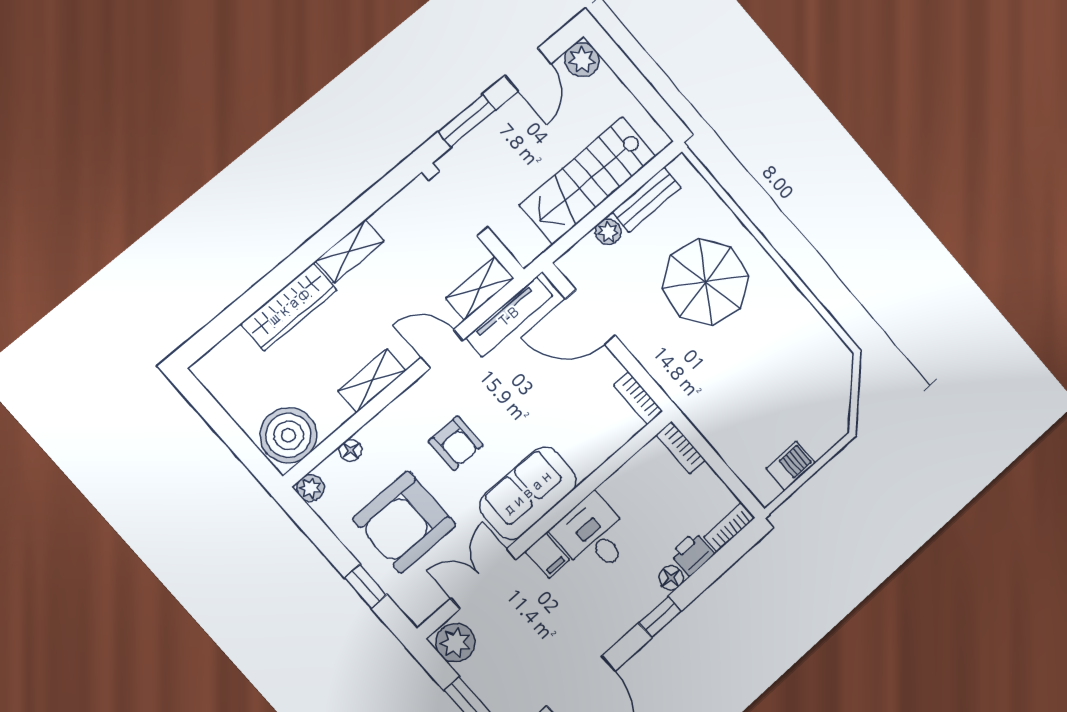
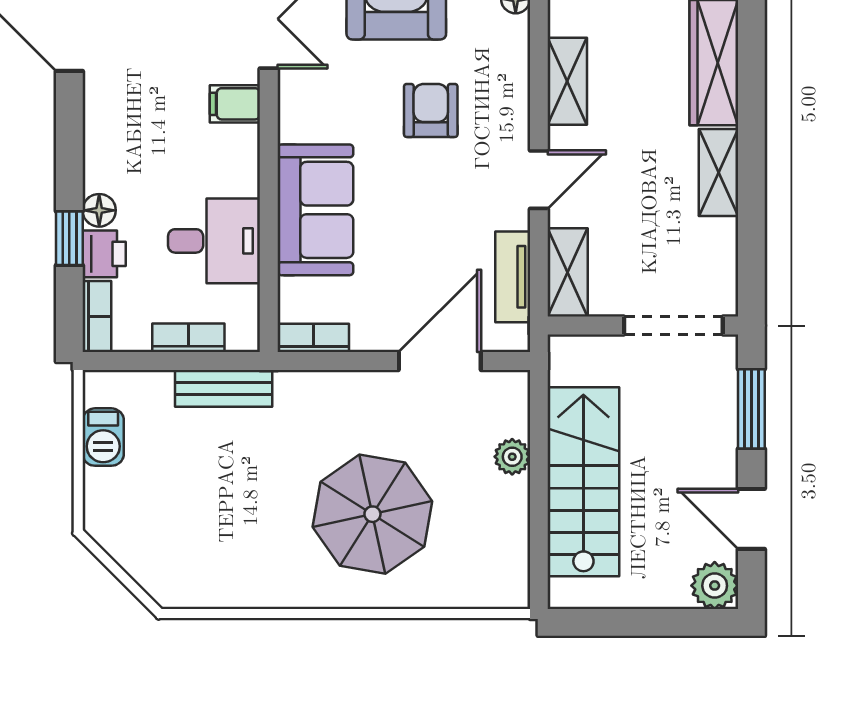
bench: (646, 200) -> (224, 388), moved, turned 90
tv unit: (509, 317) -> (513, 277), width x0.71
armchair: (456, 443) -> (431, 110), turned 90
bookcase: (681, 447) -> (188, 338), moved
sofa: (528, 493) -> (315, 210), moved
desk: (593, 535) -> (214, 241), moved
window: (660, 617) -> (69, 238), moved

